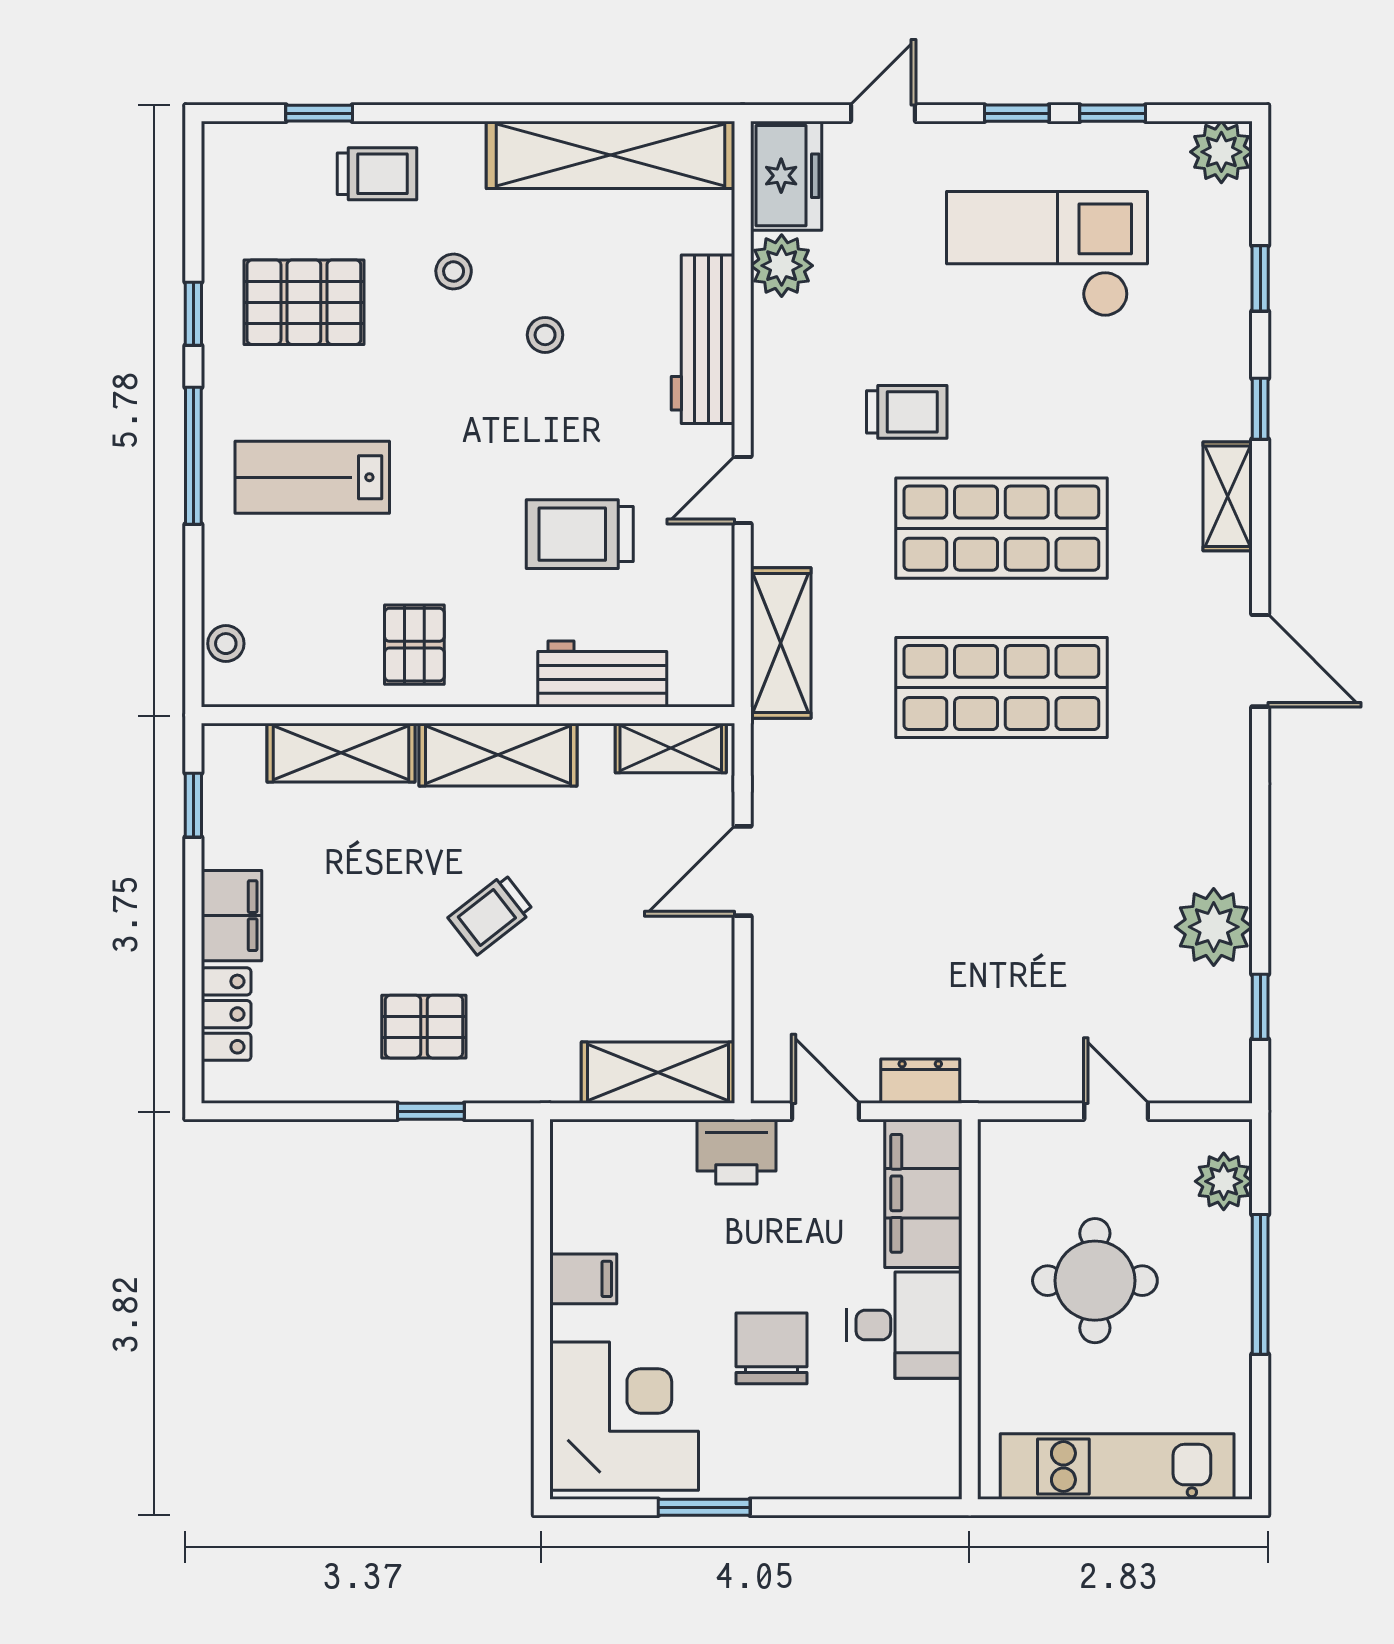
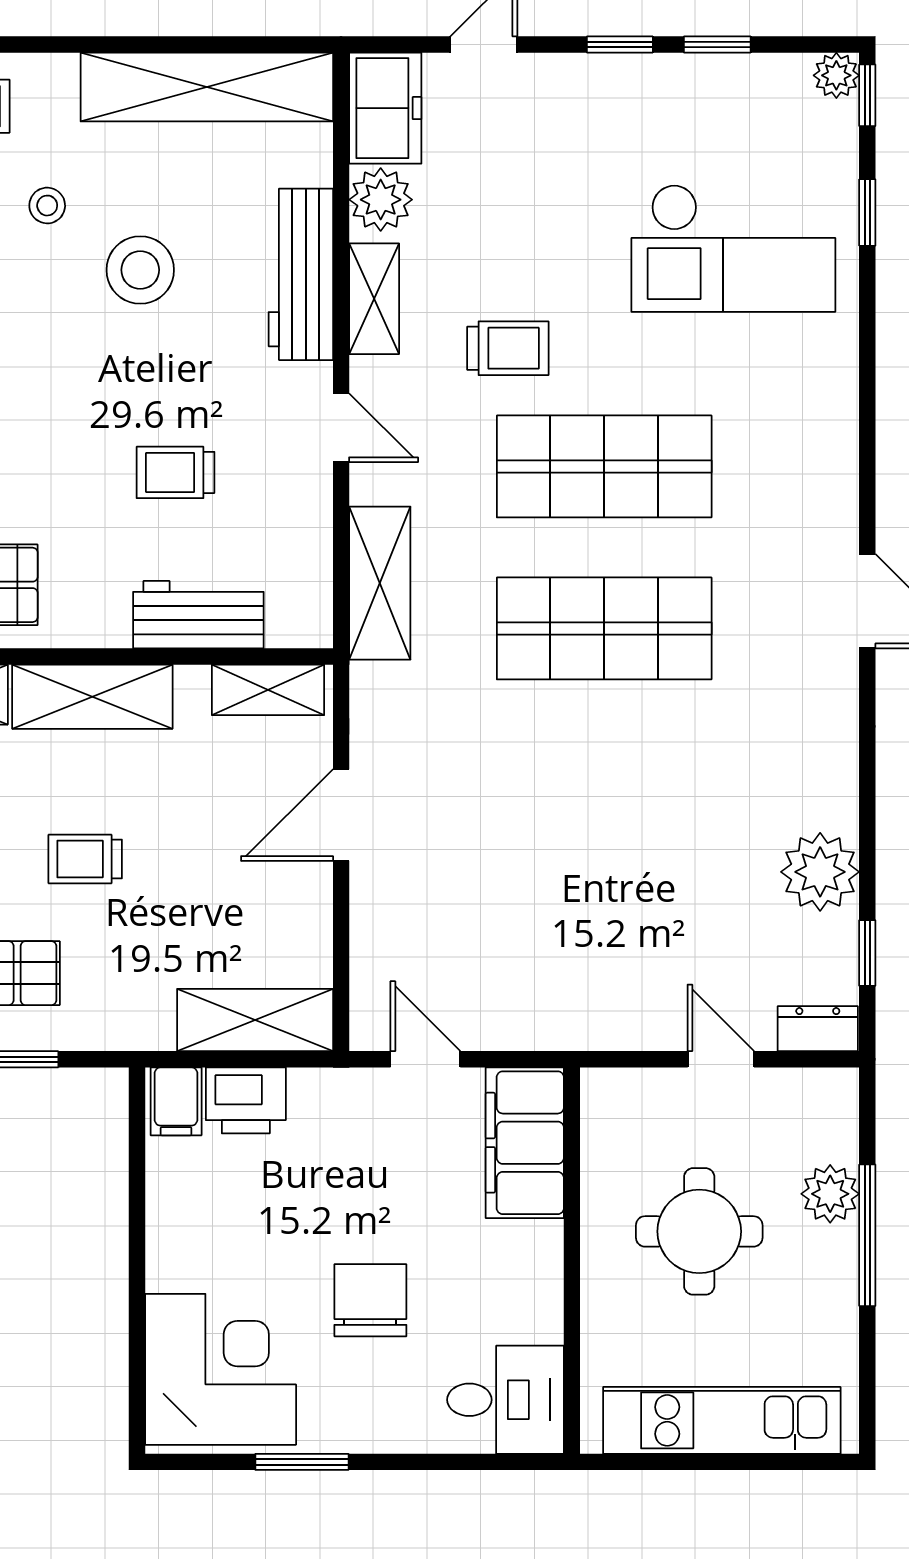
plant: (1221, 152) -> (836, 75), width x0.73, depth x0.73
checkout: (1047, 254) -> (733, 248), moved, turned 180
stool: (545, 335) -> (140, 270), width x1.89, depth x1.89
window: (1260, 409) -> (867, 95), moved
door: (743, 490) -> (341, 428), swing flipped
shelving: (1228, 496) -> (374, 299), moved
trolley: (580, 534) -> (175, 472), width x0.73, depth x0.72
trolley: (491, 914) -> (85, 859), turned 38
dresser: (920, 1081) -> (818, 1029), moved
printer: (736, 1152) -> (246, 1100), moved
plant: (1224, 1181) -> (830, 1194), moved
filing cabinet: (583, 1279) -> (176, 1101), moved, turned 90
desk: (904, 1325) -> (506, 1400), moved

